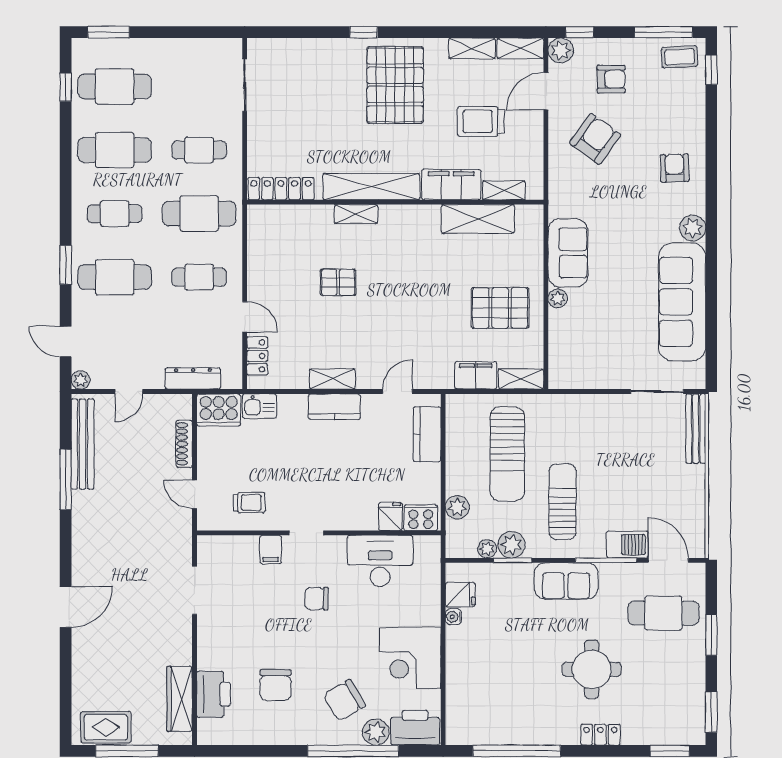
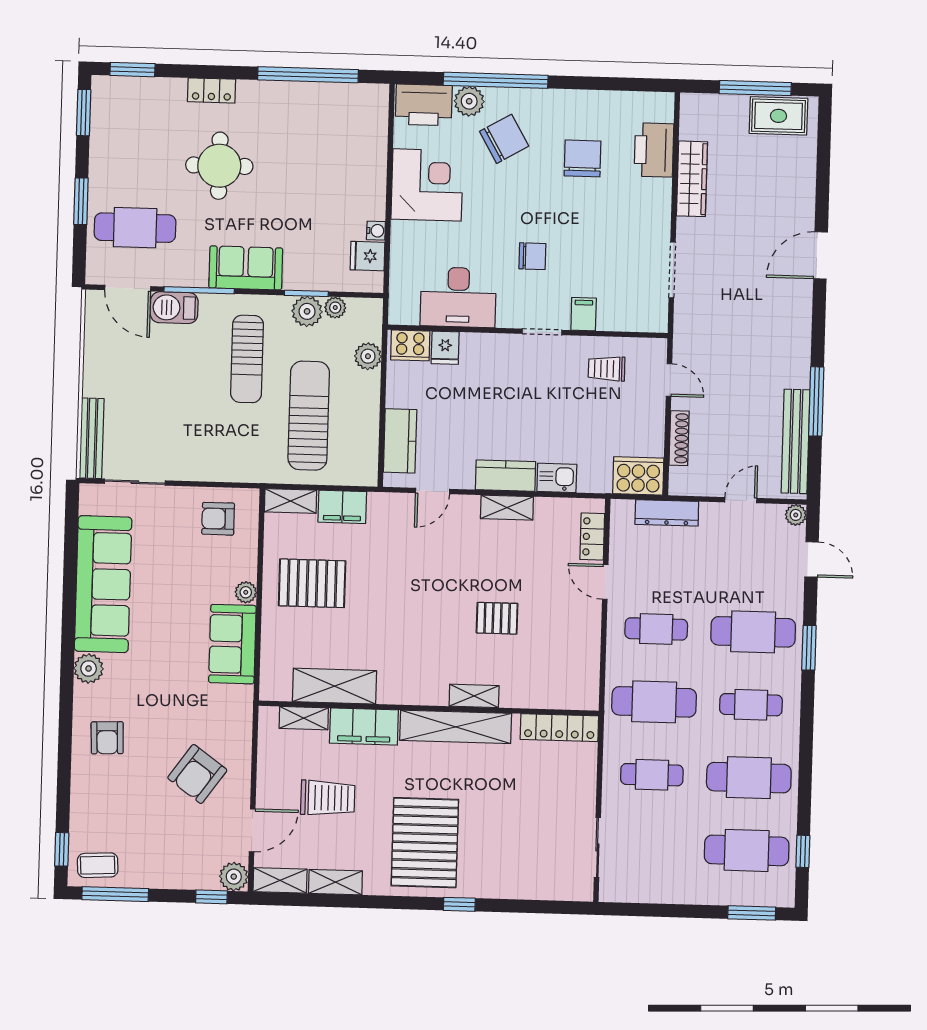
armchair: (611, 79) -> (218, 519), moved
kitchen sink: (259, 406) -> (557, 478), moved
wardrobe: (180, 699) -> (692, 179), moved

